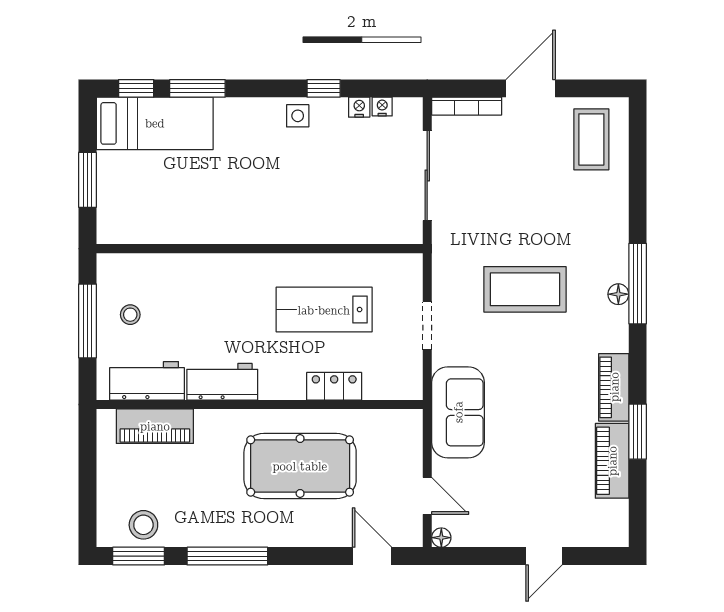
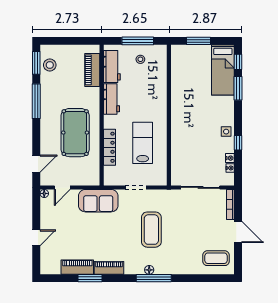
locker: (334, 386) -> (110, 147), width x1.53
door: (544, 556) -> (36, 238), swing flipped

